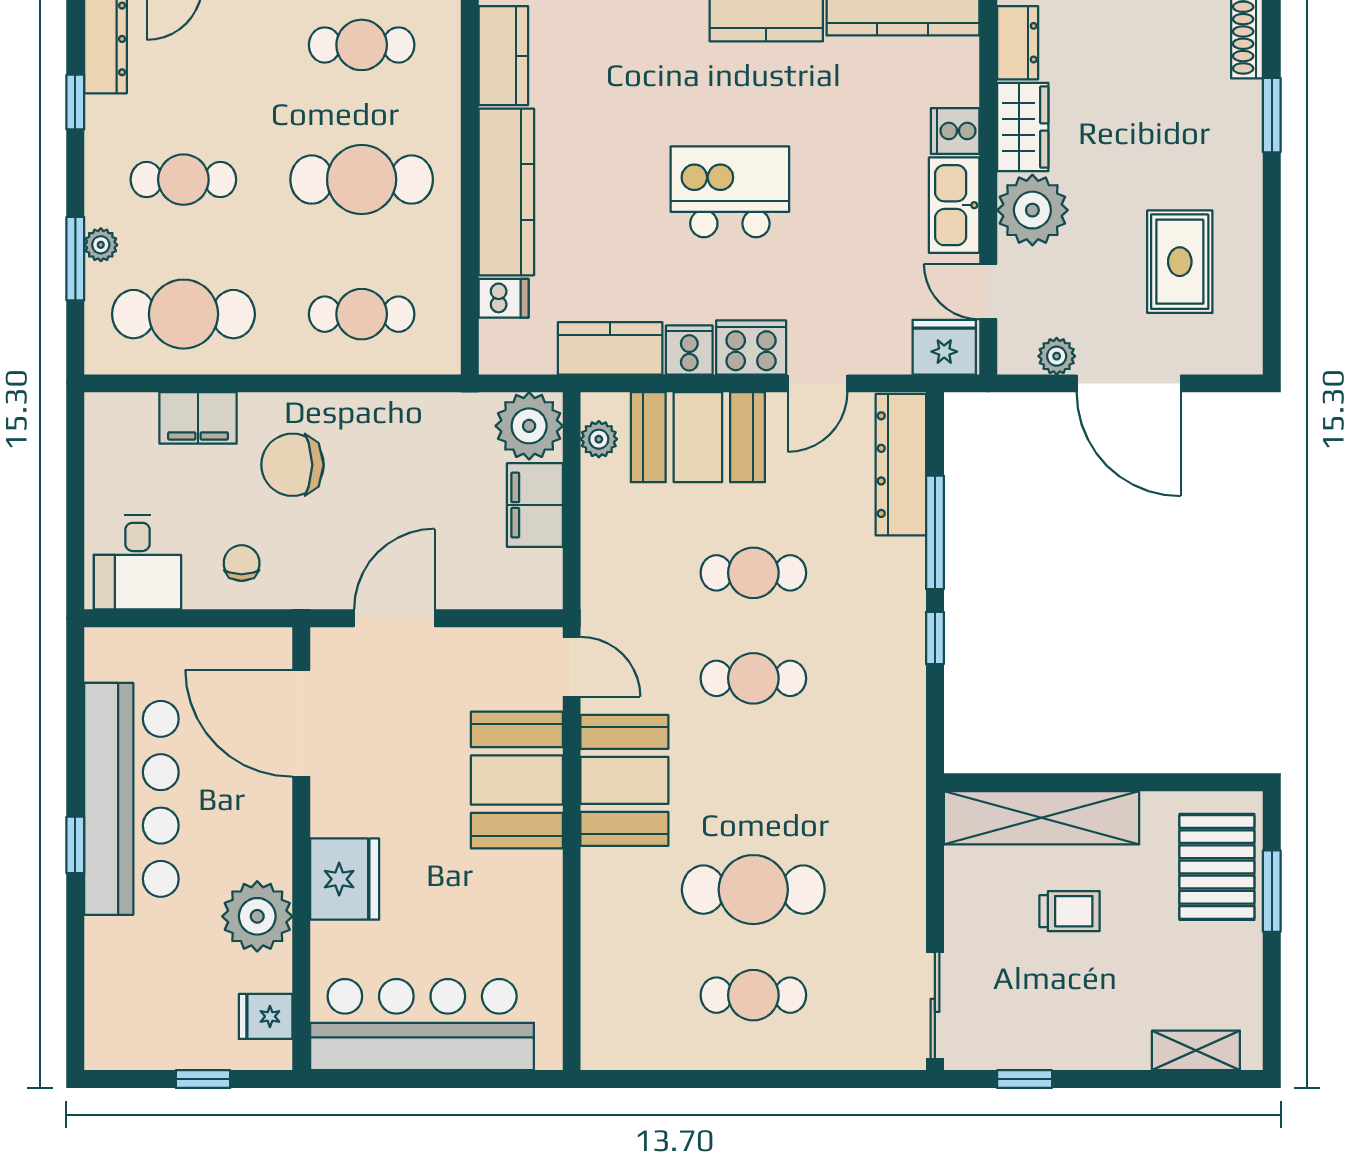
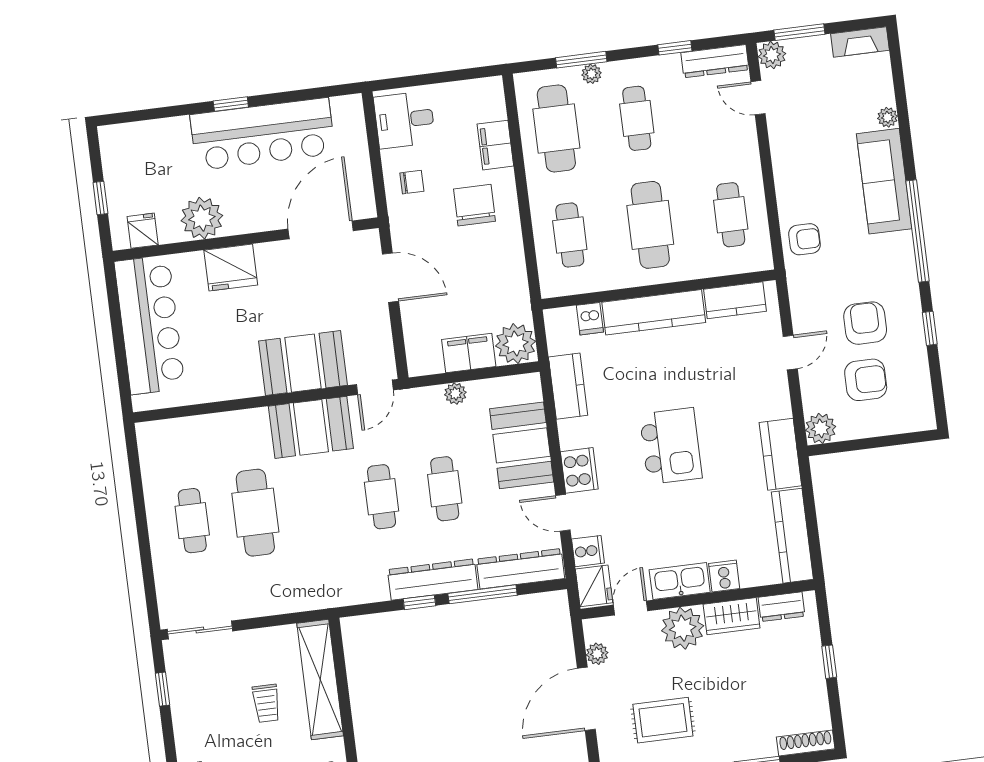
cooker: (689, 350) -> (588, 551), moved
plant: (599, 439) -> (455, 394), moved
dresser: (900, 611) -> (433, 580), added

